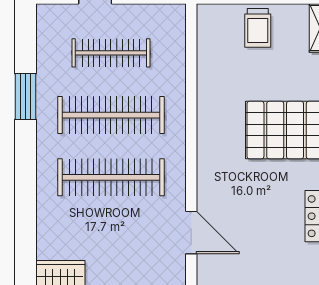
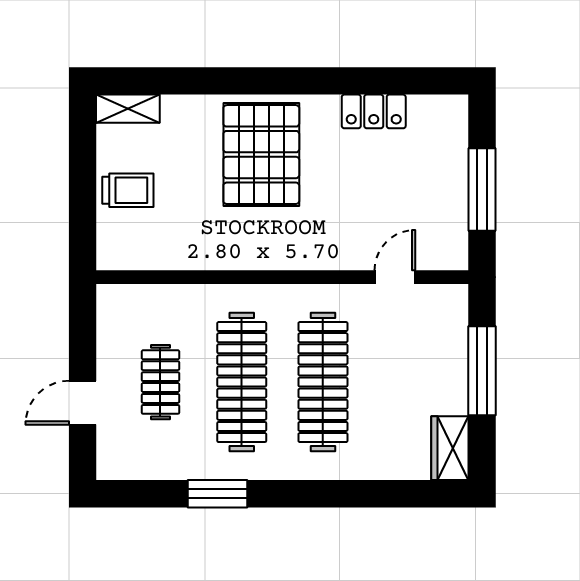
clothes rail: (111, 53) -> (160, 382), width x0.73
door: (191, 232) -> (395, 277), width x0.73

